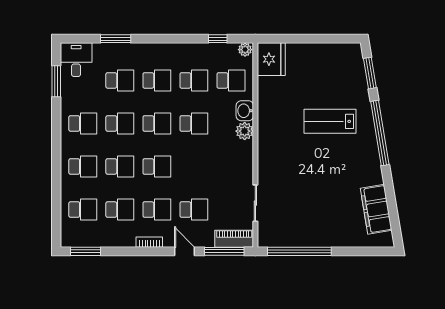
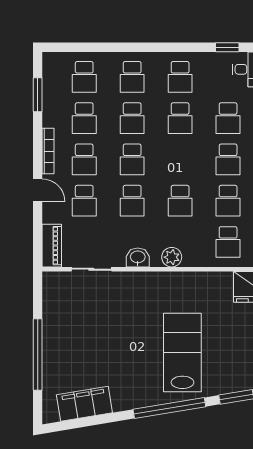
window: (56, 81) -> (227, 47), width x0.67
washbasin: (245, 111) -> (138, 257), moved
lab bench: (330, 121) -> (182, 352), width x1.36, depth x1.39
school desk: (157, 123) -> (132, 201), moved
bookcase: (149, 242) -> (48, 151), width x1.56
window: (85, 251) -> (38, 95), moved
door: (184, 251) -> (38, 190), hinge flipped
window: (224, 251) -> (38, 234), removed
window: (299, 251) -> (38, 354), moved

